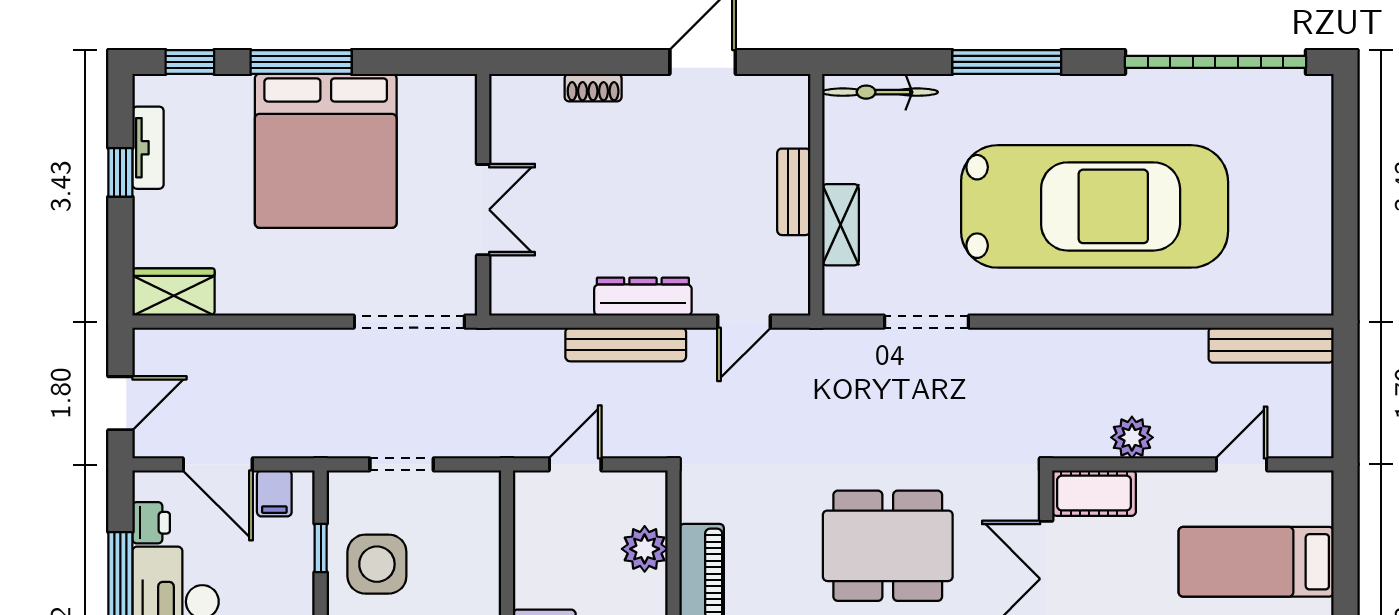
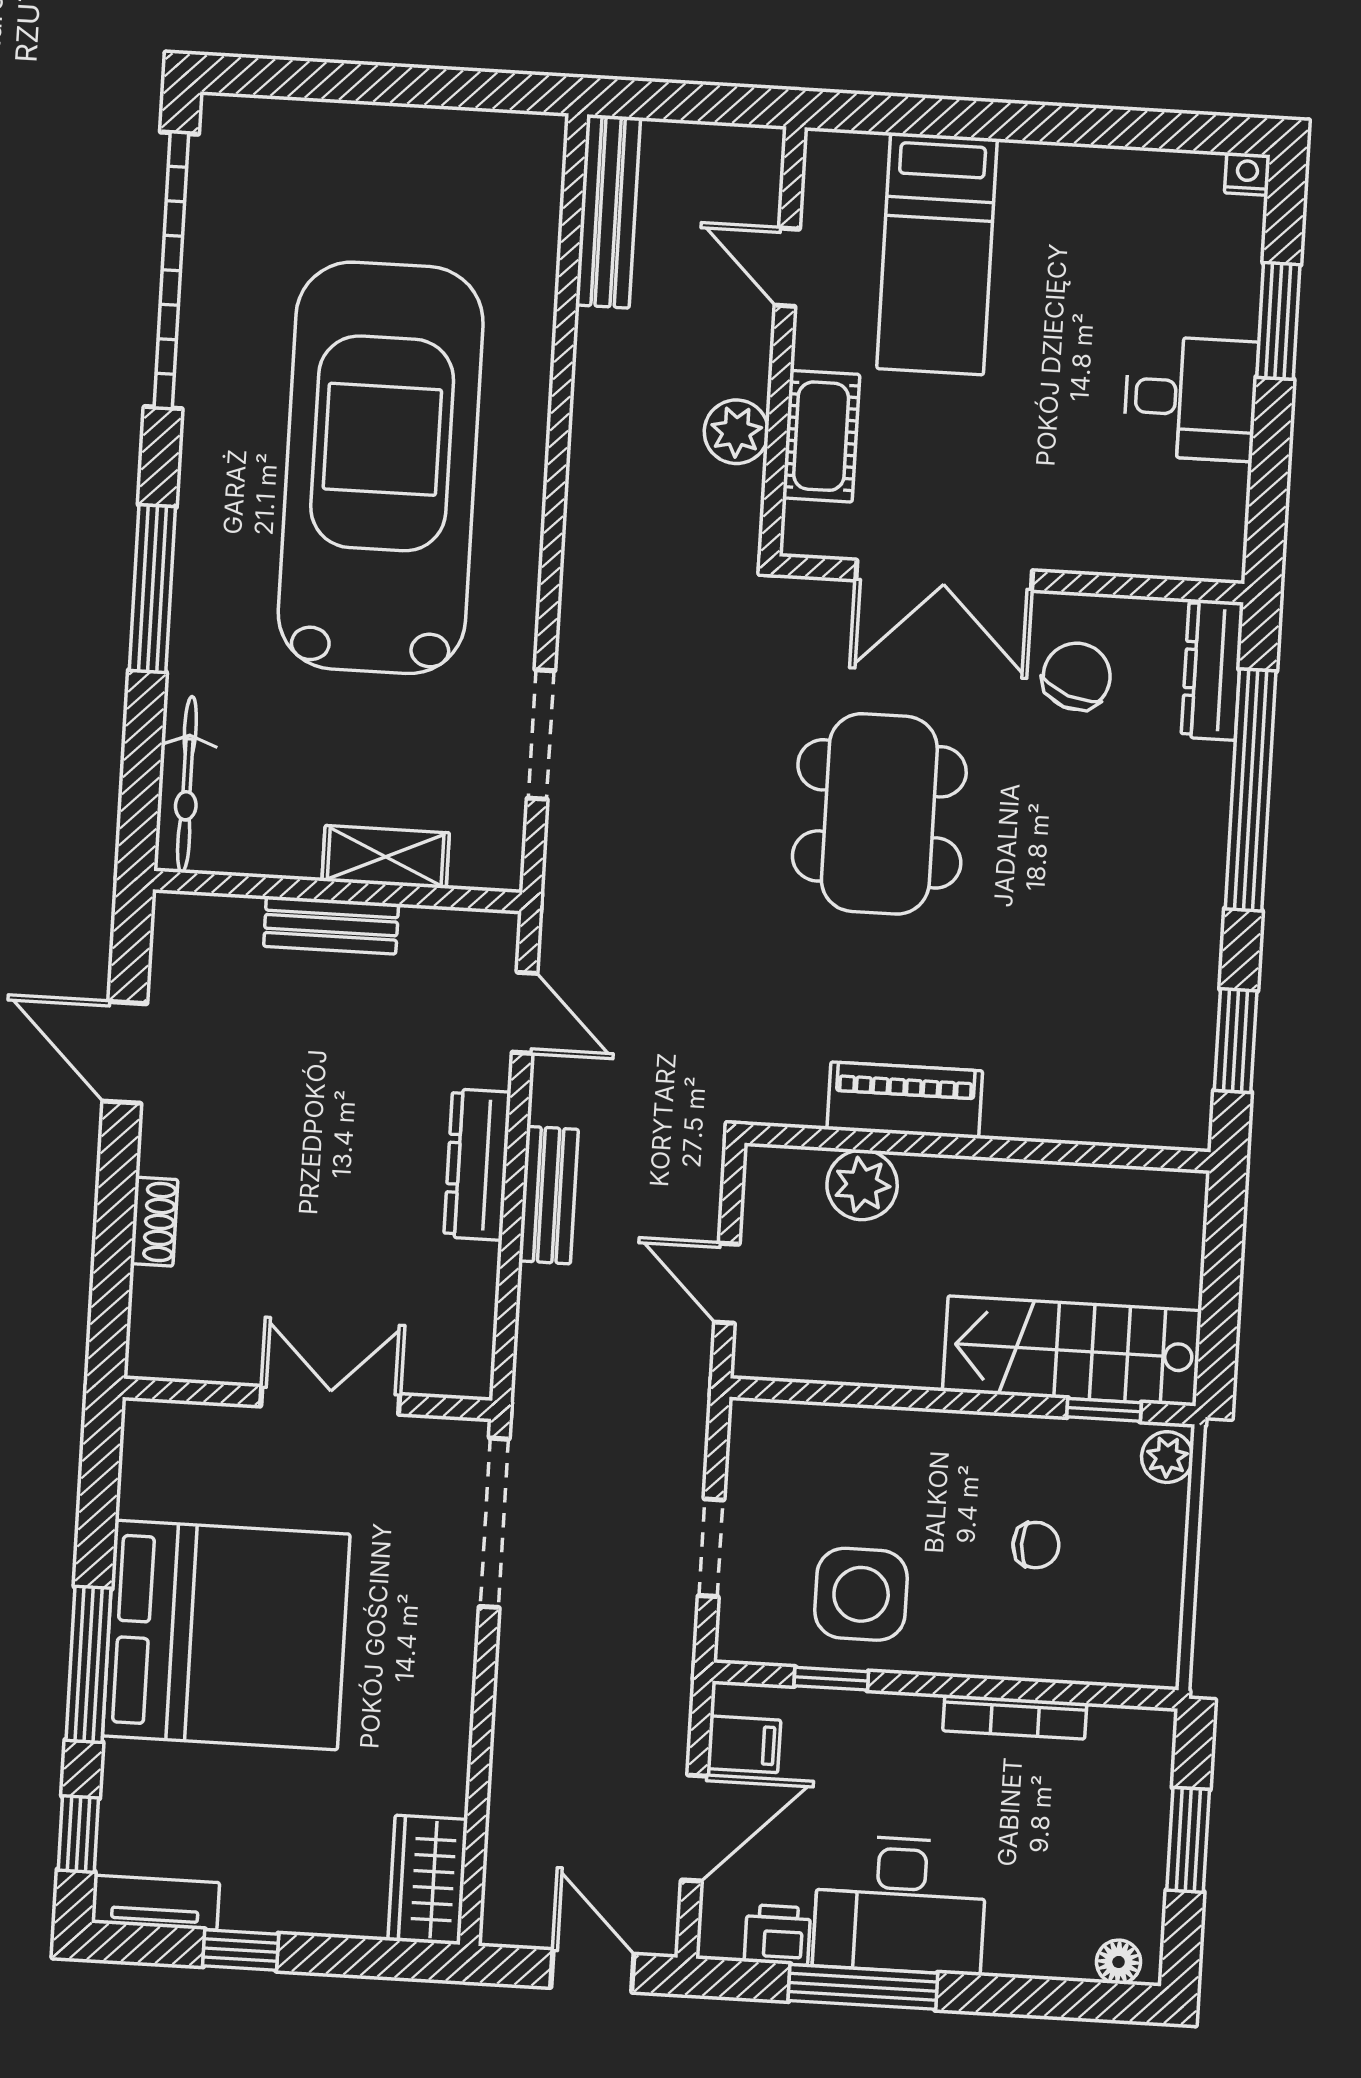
tv unit: (148, 148) -> (155, 1903), moved
bench: (626, 344) -> (549, 1195), width x0.73
cot: (1094, 493) -> (821, 436), moved

